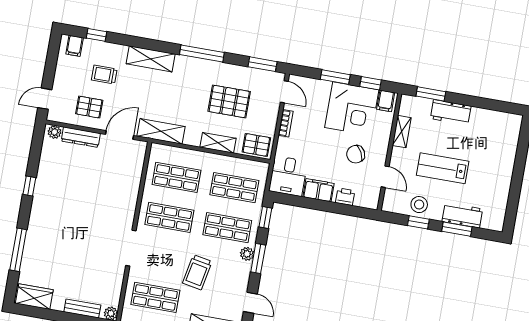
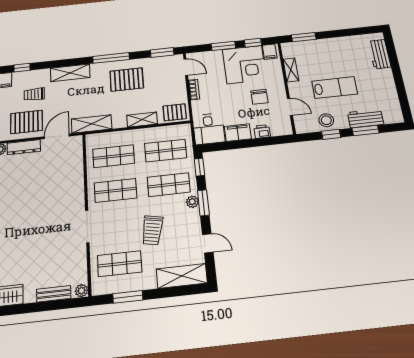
pallet: (229, 101) -> (127, 80), moved
pallet: (89, 107) -> (27, 122), width x1.50, depth x1.42
workbench: (451, 112) -> (380, 54), moved, turned 90
chair: (356, 154) -> (259, 97), turned -62
lab bench: (443, 168) -> (335, 88), turned 180

